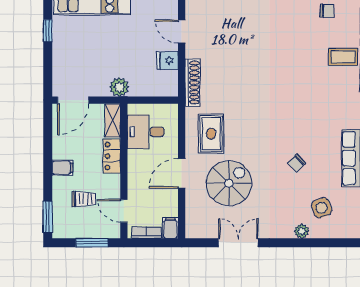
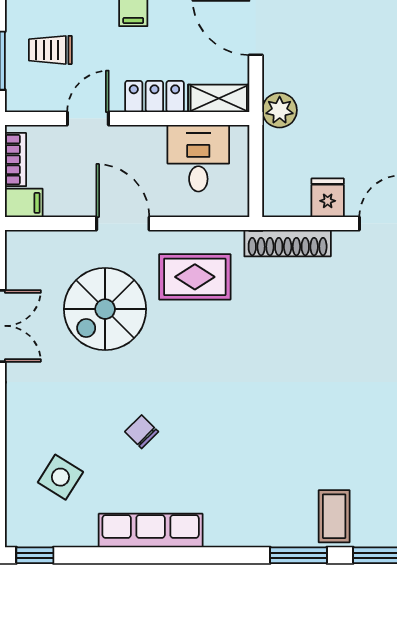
spiral stairs: (229, 183) -> (105, 309), turned 90
trolley: (84, 199) -> (50, 50), moved, turned 90
side table: (322, 208) -> (60, 477), turned -37
door: (124, 211) -> (88, 119), moved
plant: (302, 231) -> (18, 441), removed

